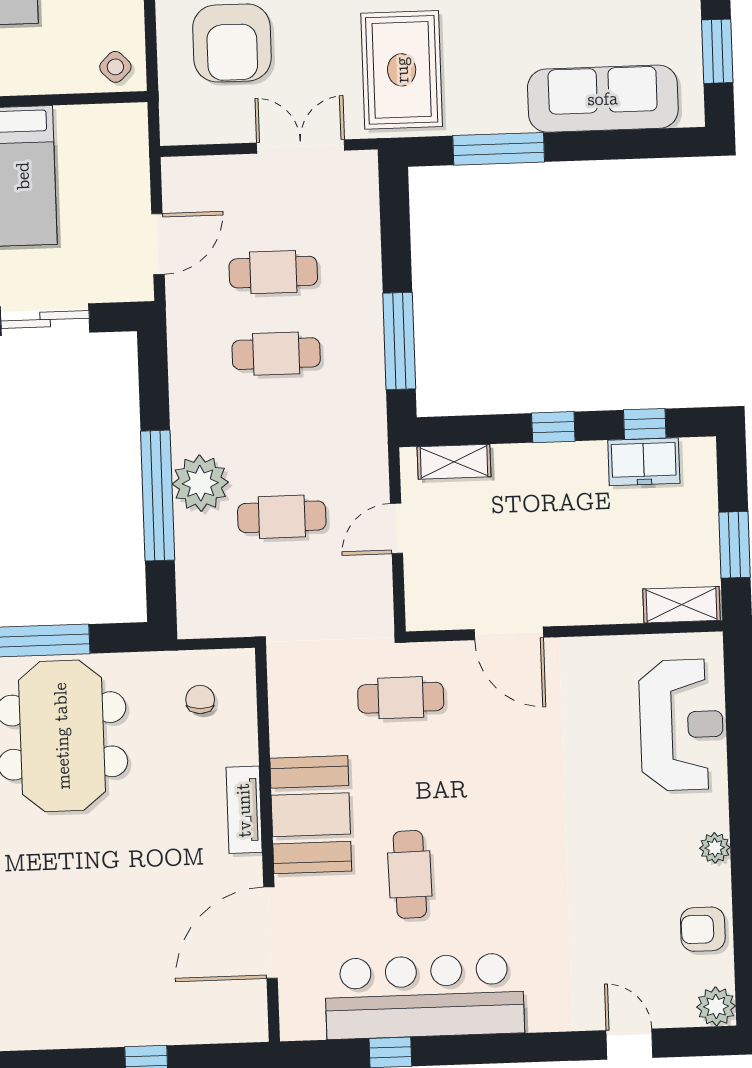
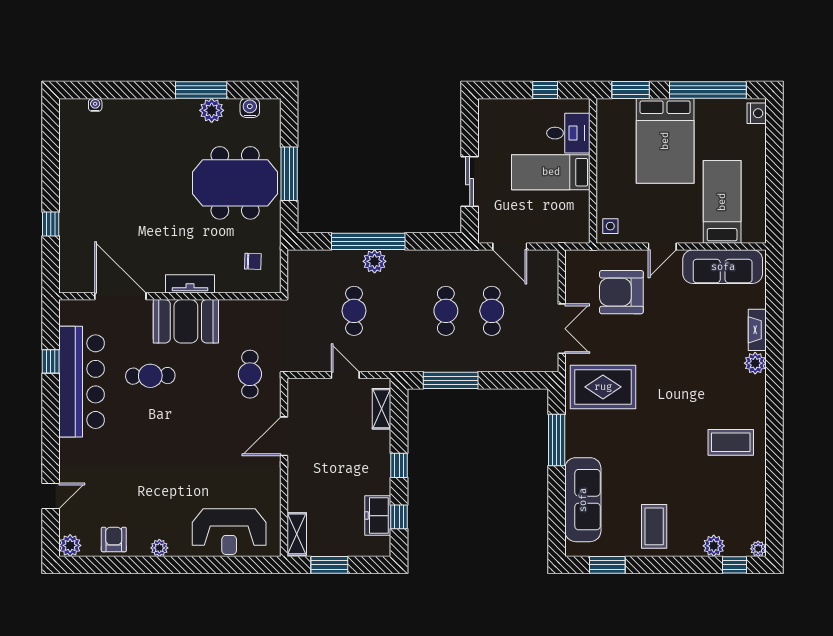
side table: (115, 67) -> (610, 226), turned 45
plant: (200, 483) -> (375, 261), width x0.73, depth x0.73

